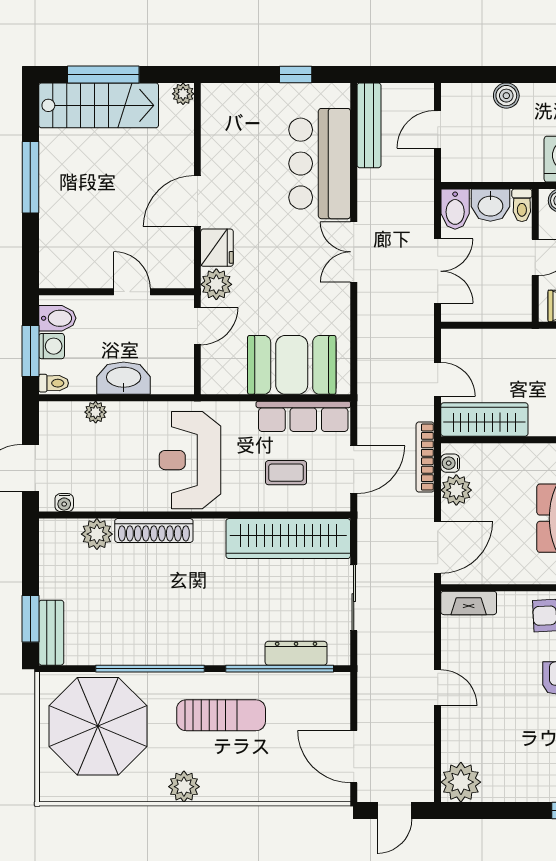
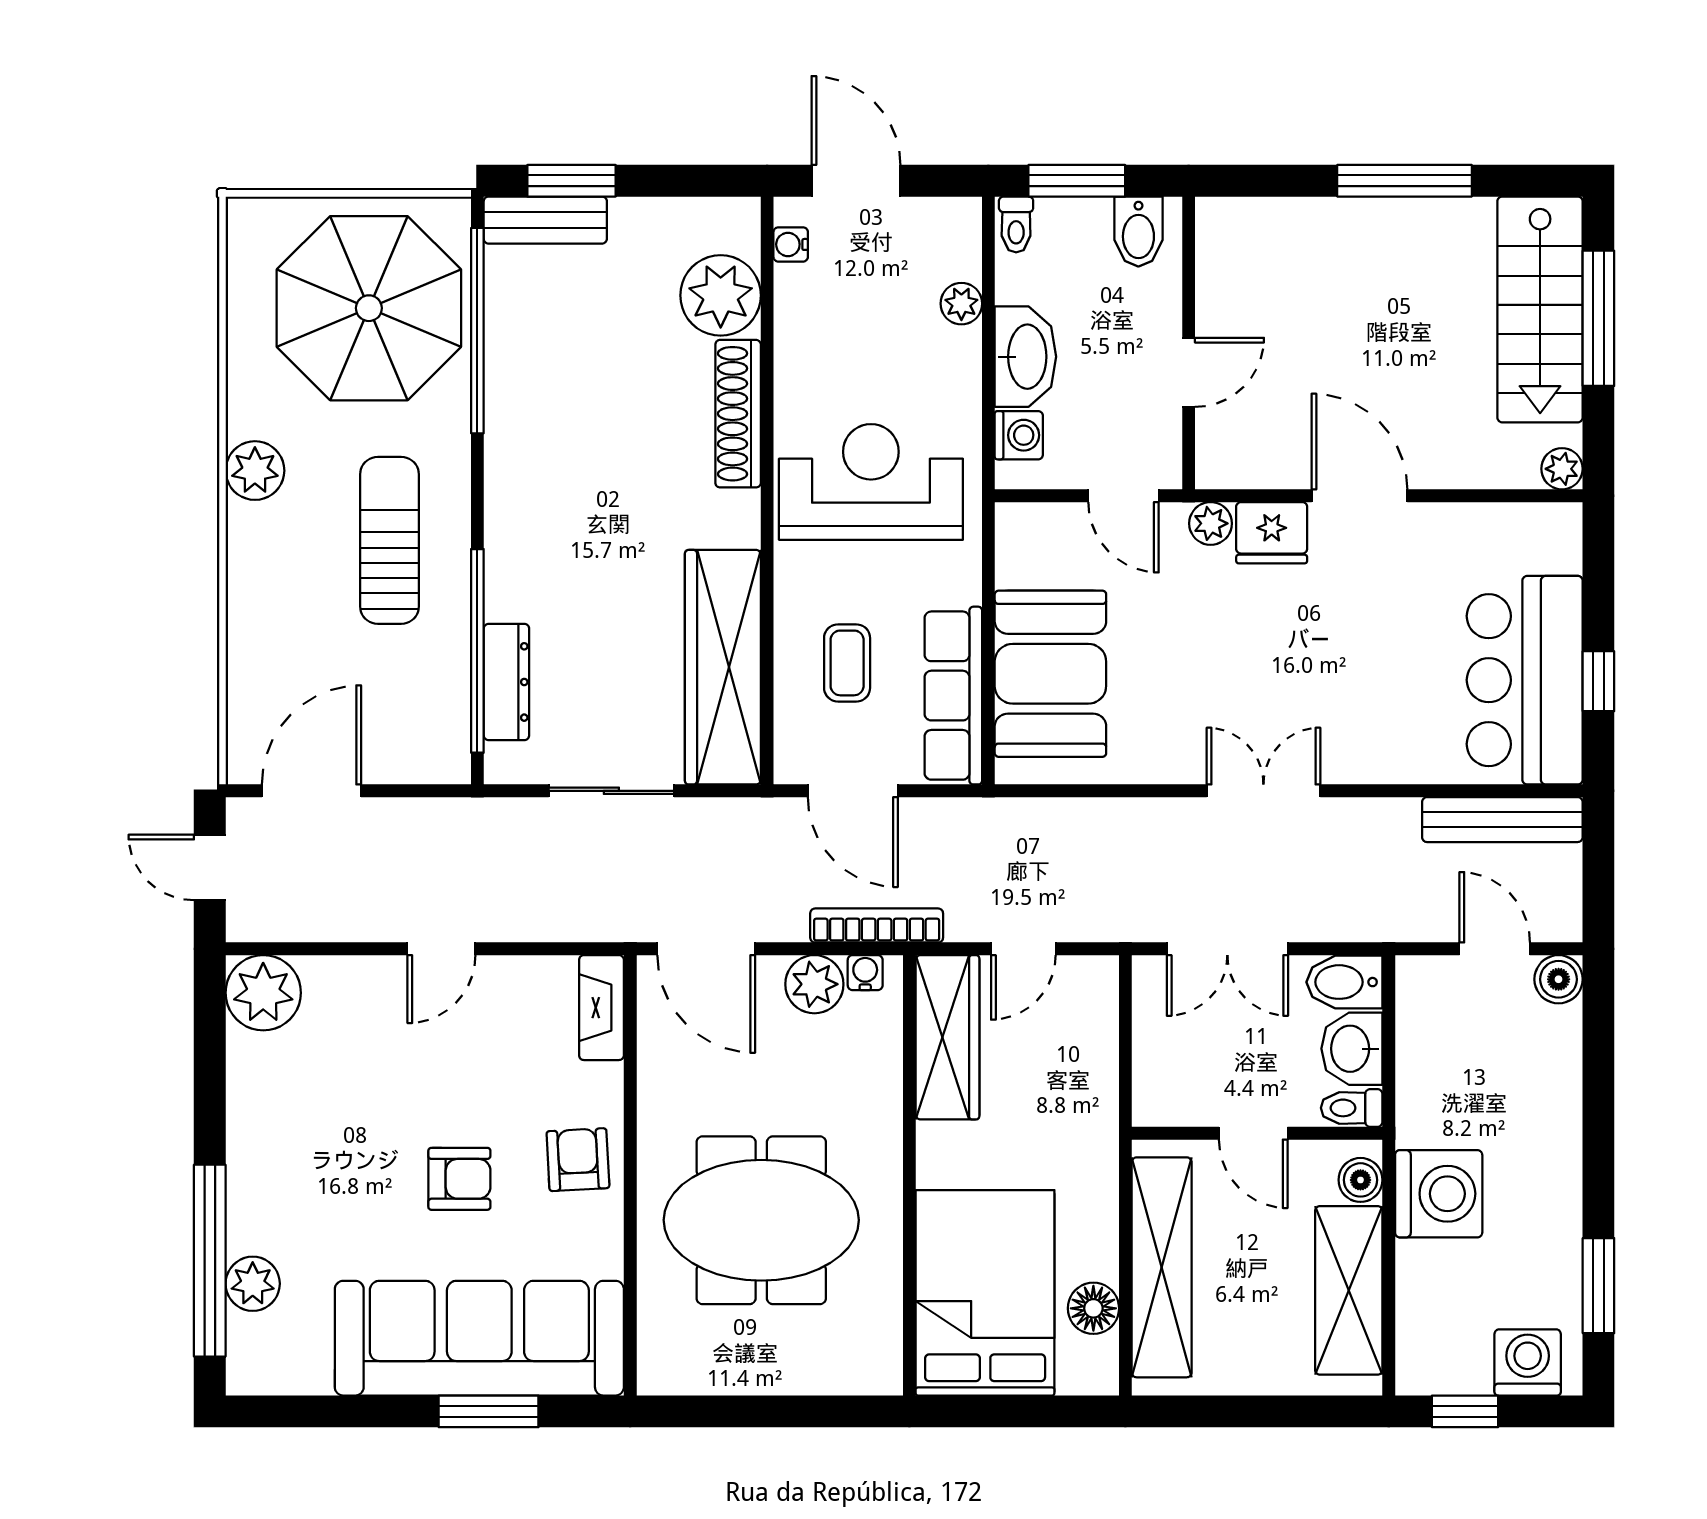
boiler: (506, 96) -> (1559, 979), moved
bar counter: (320, 164) -> (1525, 680), moved, turned -90
plant: (216, 284) -> (1211, 523), width x0.73, depth x0.73
washing machine: (52, 346) -> (1019, 435), moved, turned -90
plant: (97, 534) -> (721, 295), width x1.36, depth x1.36
window: (150, 669) -> (477, 331), moved
sun lounger: (221, 715) -> (390, 540), turned 180

